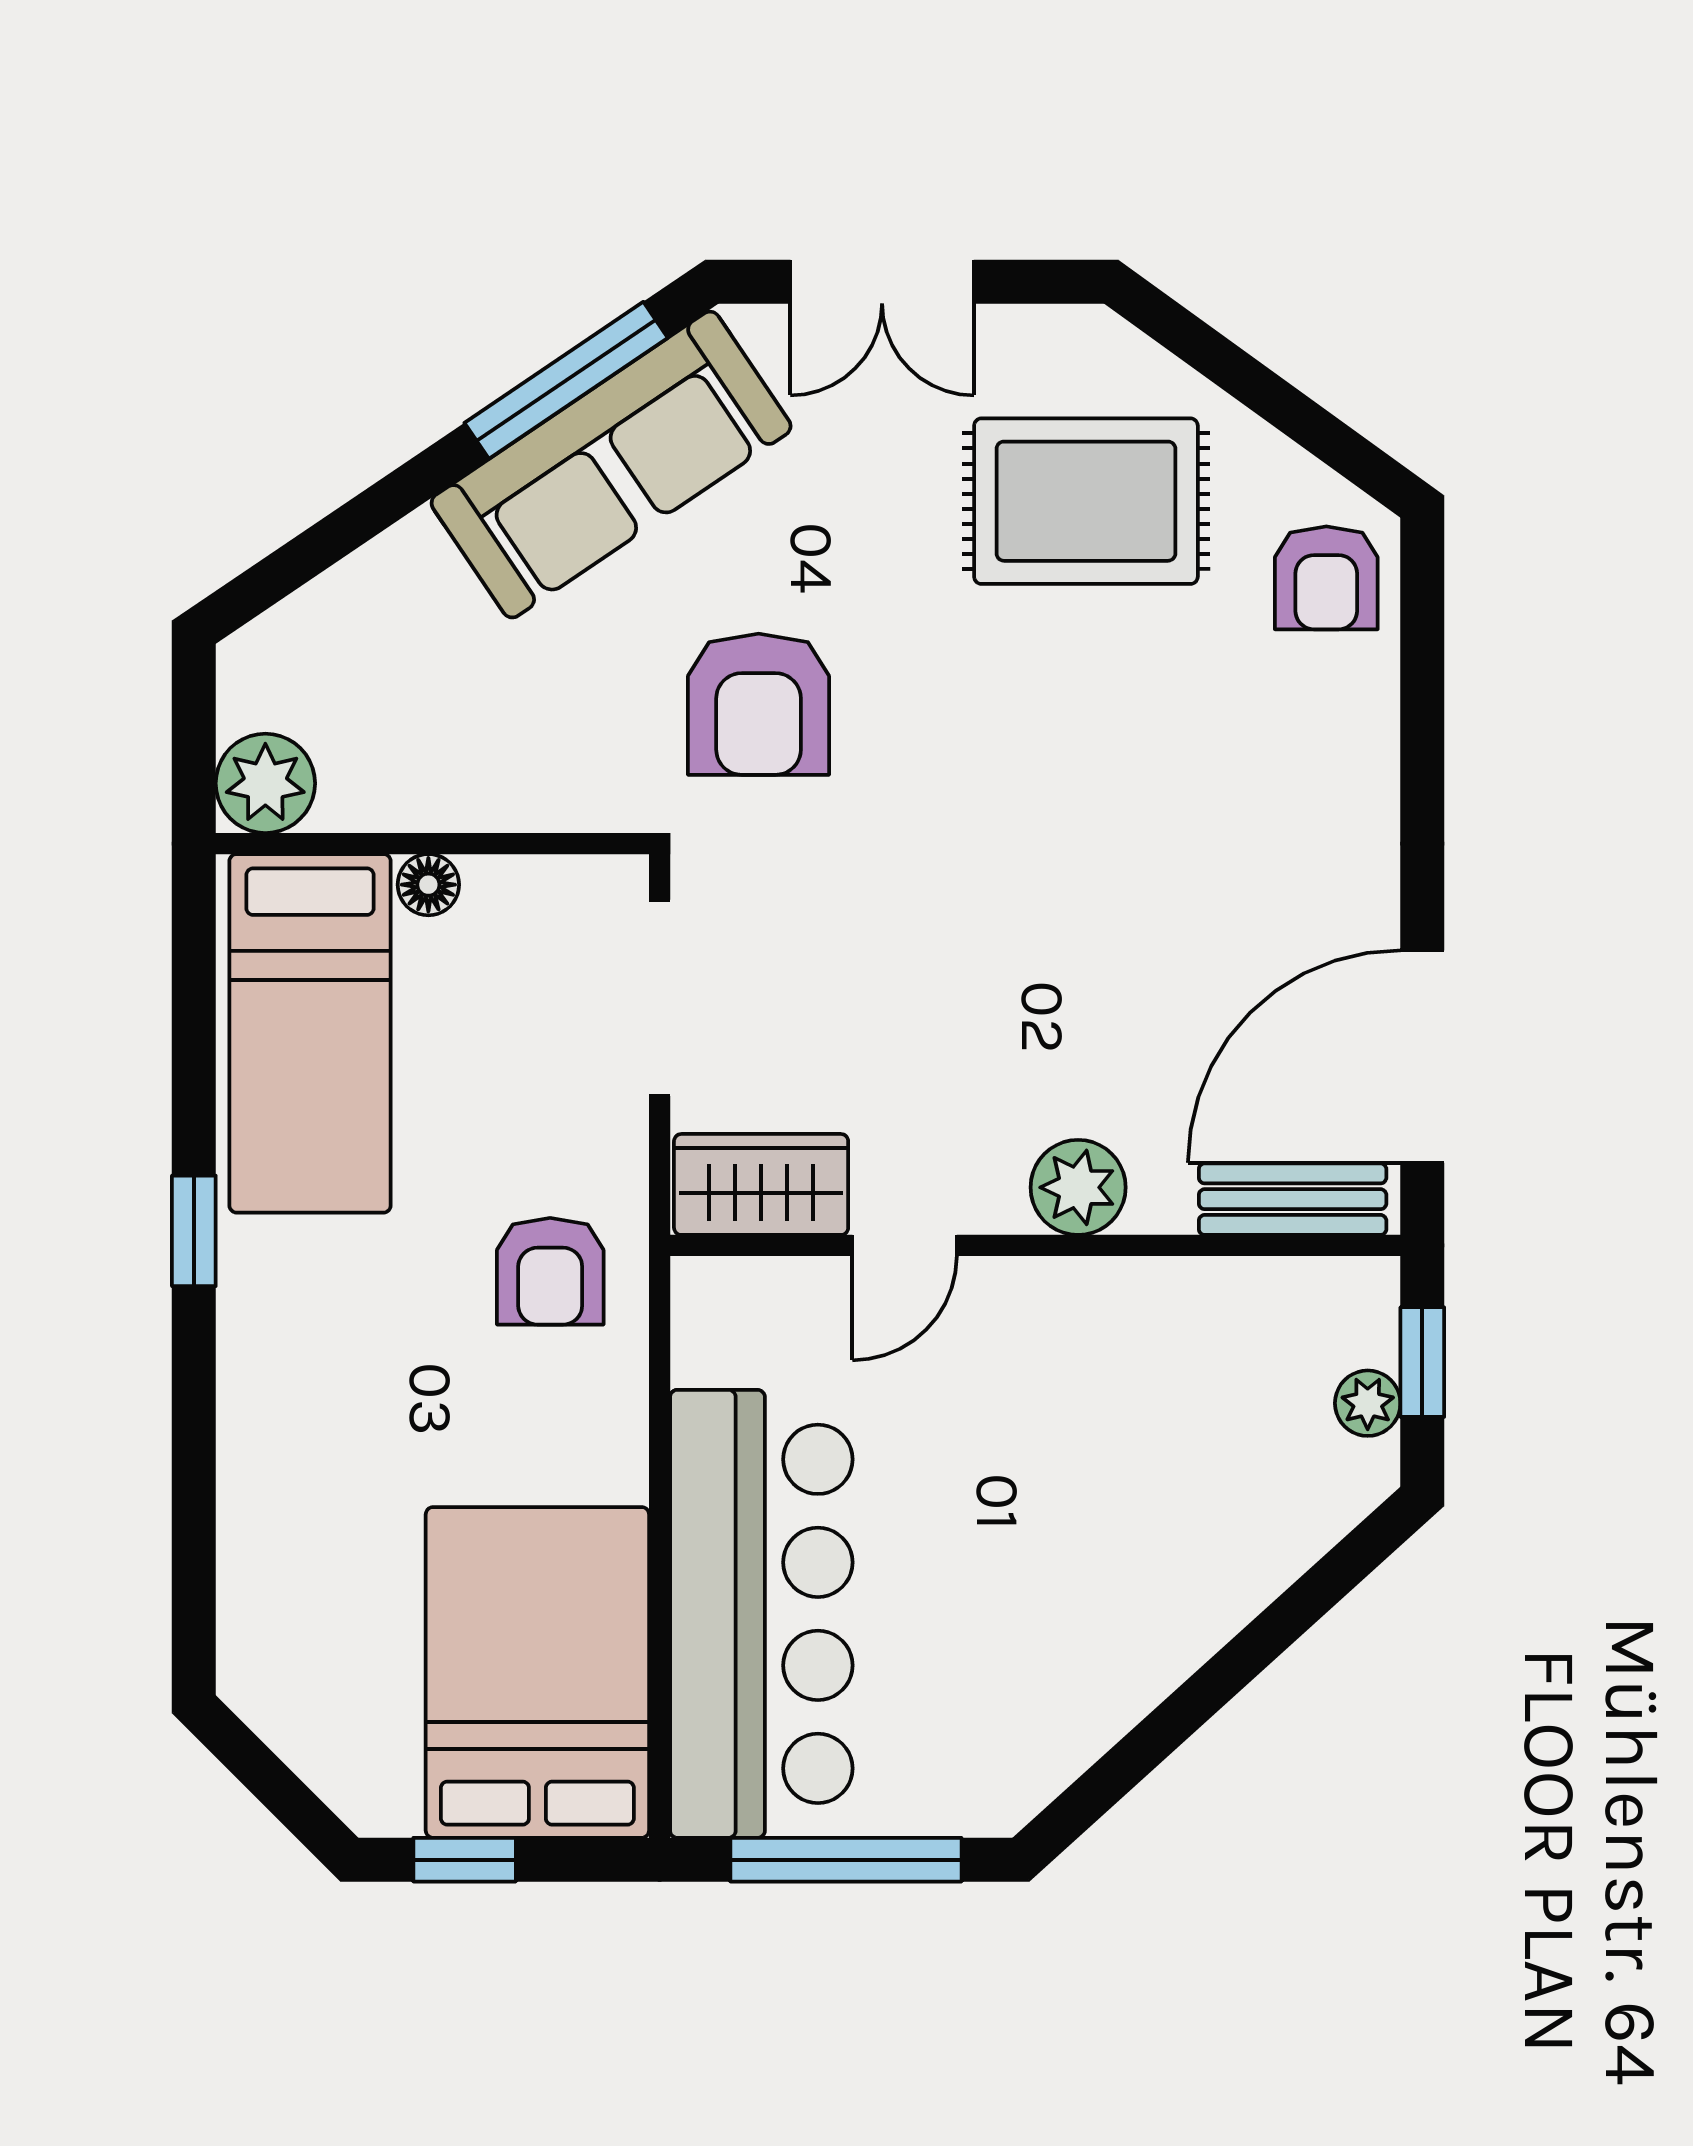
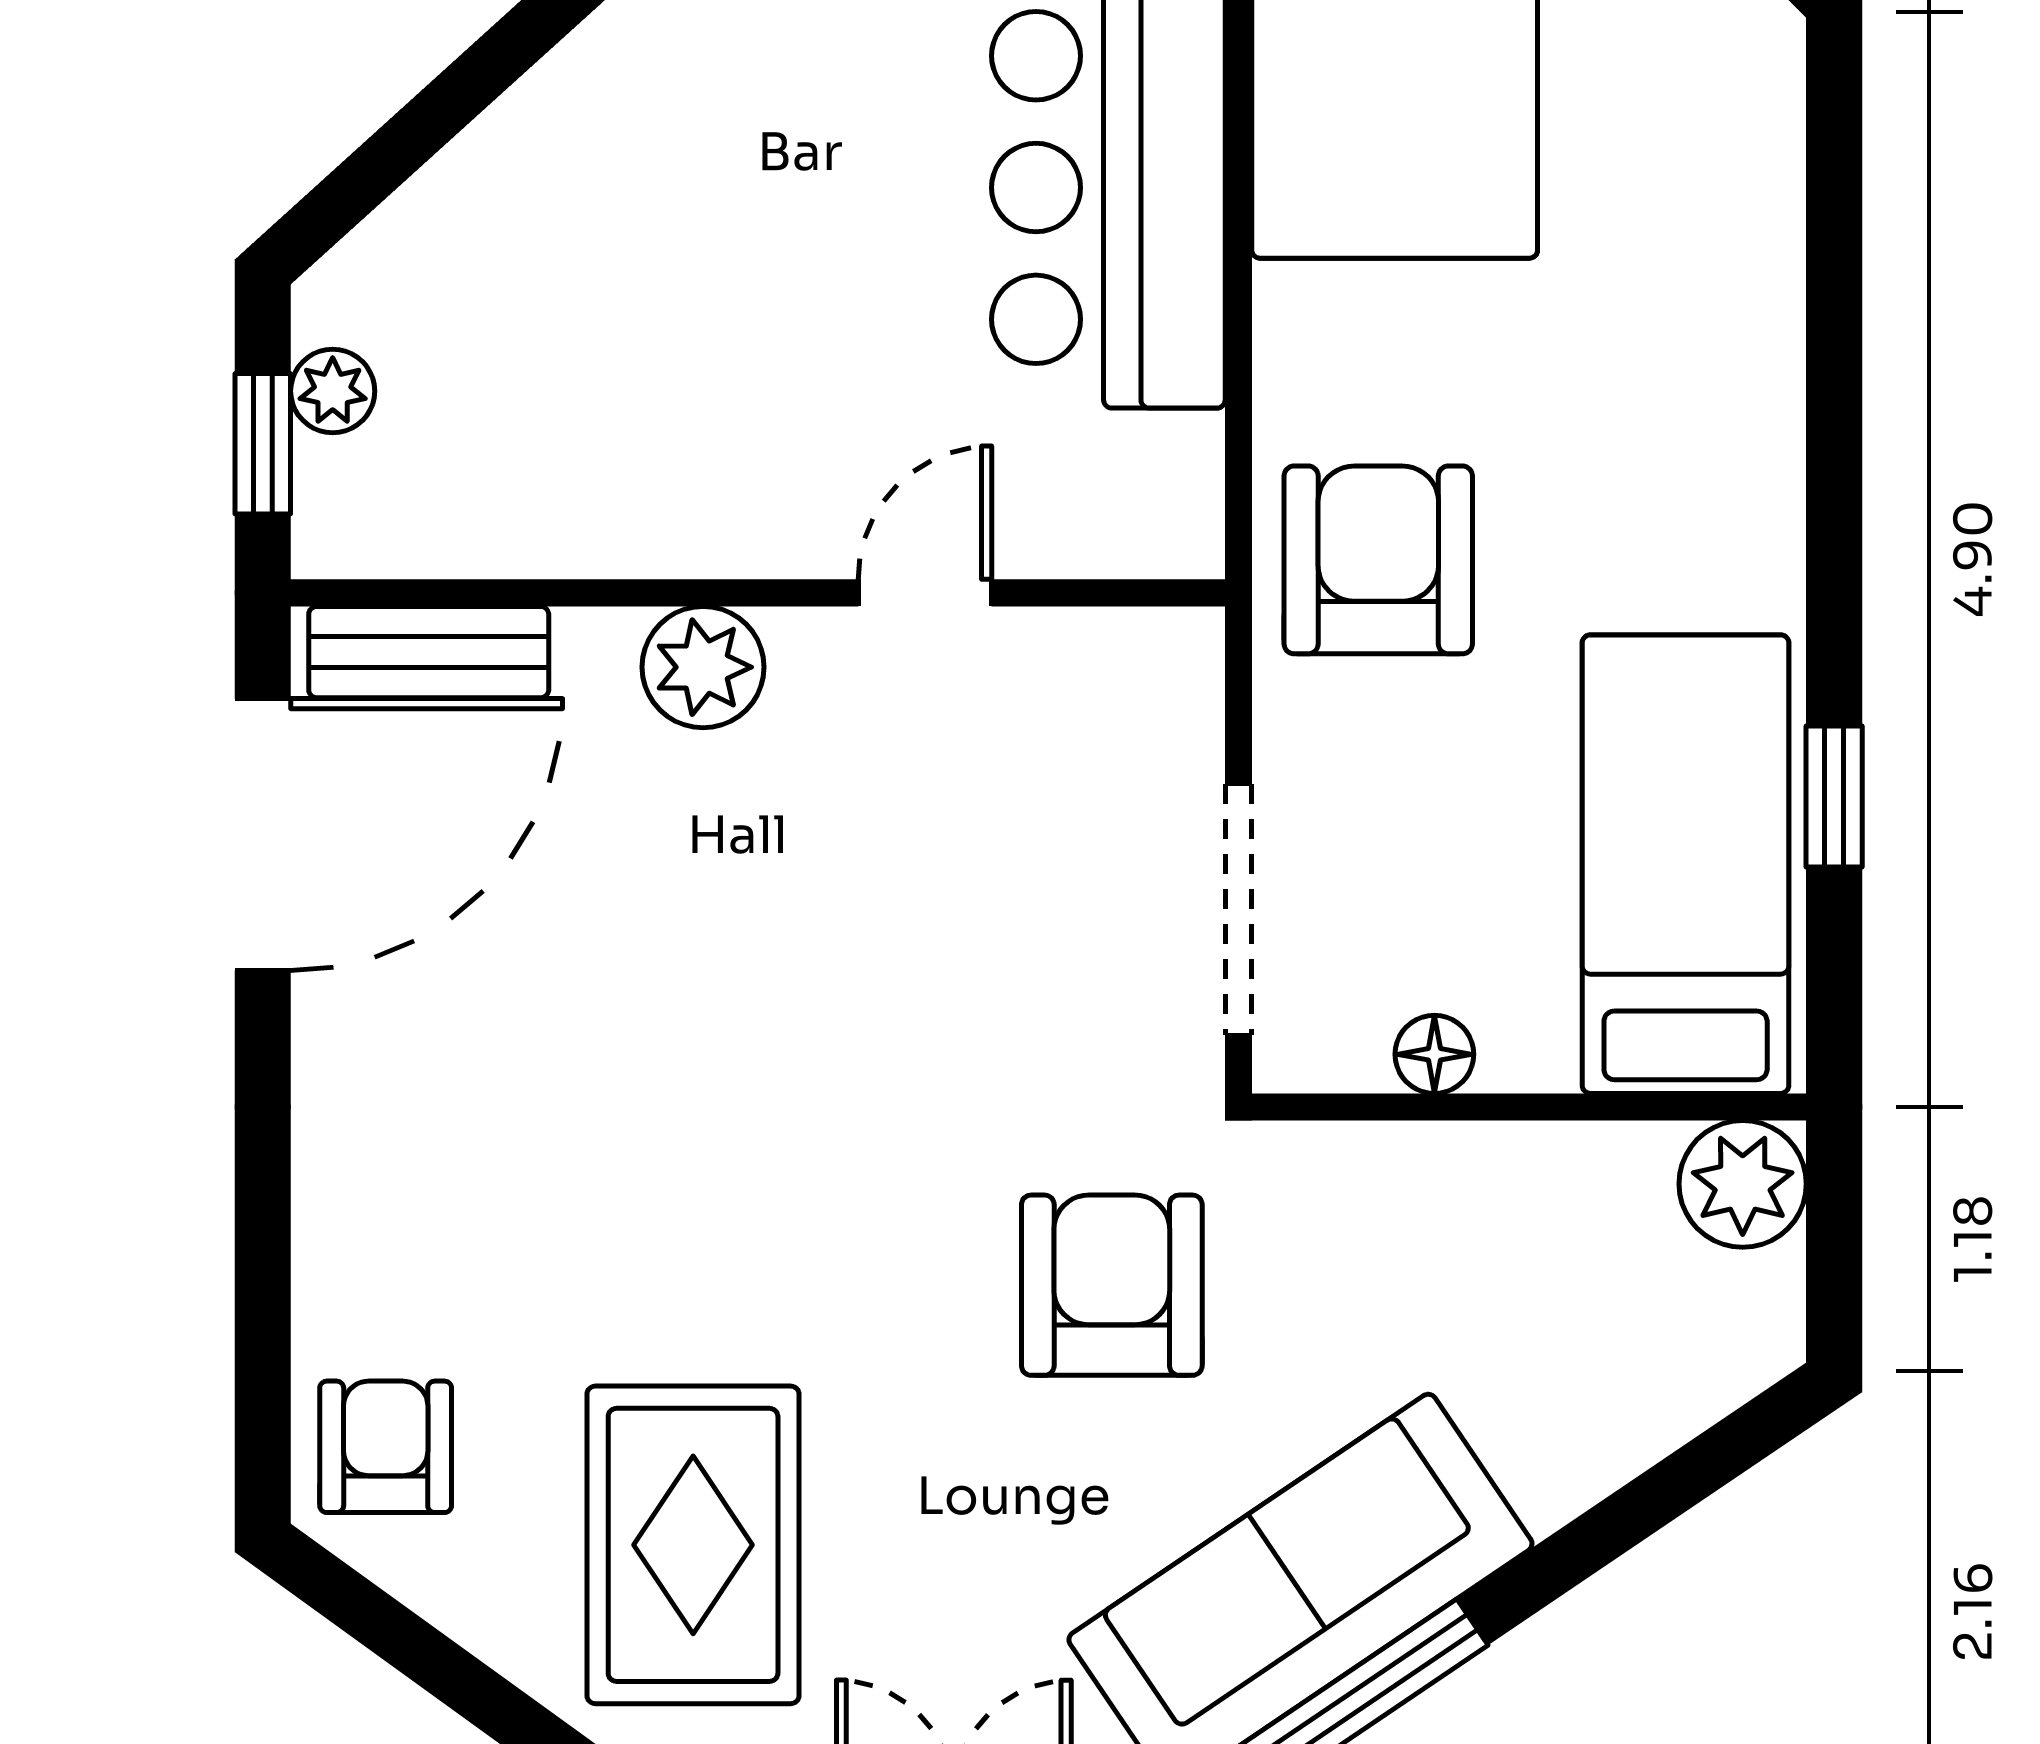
rug: (1086, 501) -> (693, 1545), turned 90
floor lamp: (428, 885) -> (1434, 1054), moved
wardrobe: (761, 1184) -> (1109, 671), removed
window: (194, 1231) -> (1834, 797), moved
armchair: (550, 1271) -> (1378, 560), width x1.38, depth x1.38

